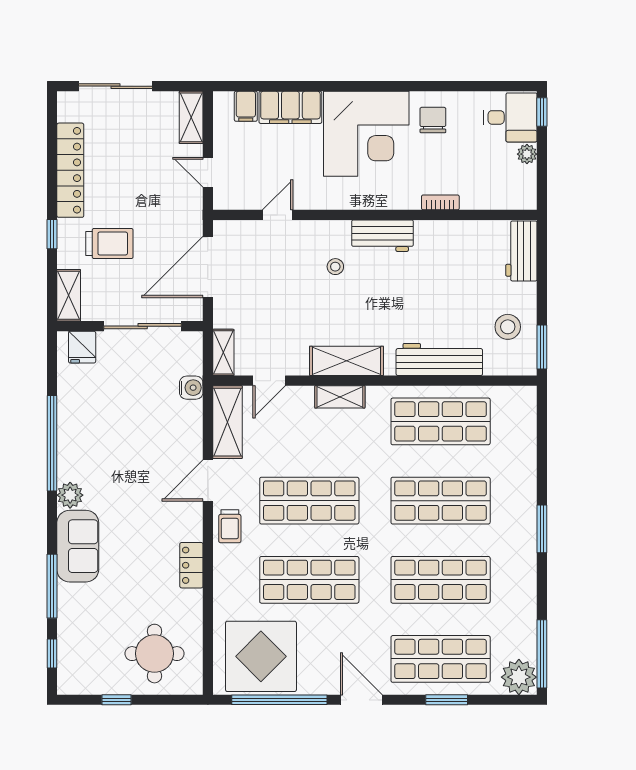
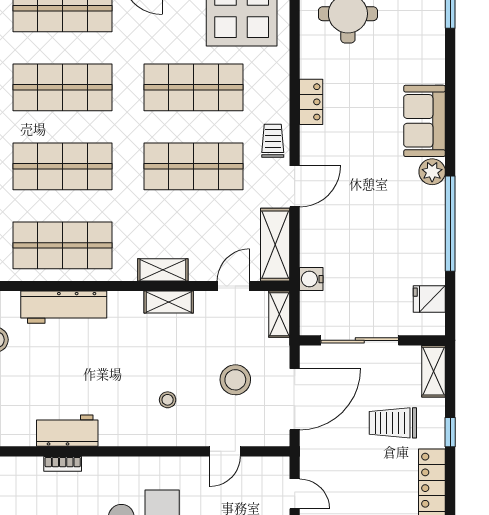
workbench: (382, 236) -> (67, 431), moved
stool: (267, 287) -> (235, 380), added
fridge: (82, 347) -> (429, 299), moved, turned -90
shelving: (346, 361) -> (169, 302), width x0.67, depth x0.75
window: (52, 586) -> (450, 81), removed

